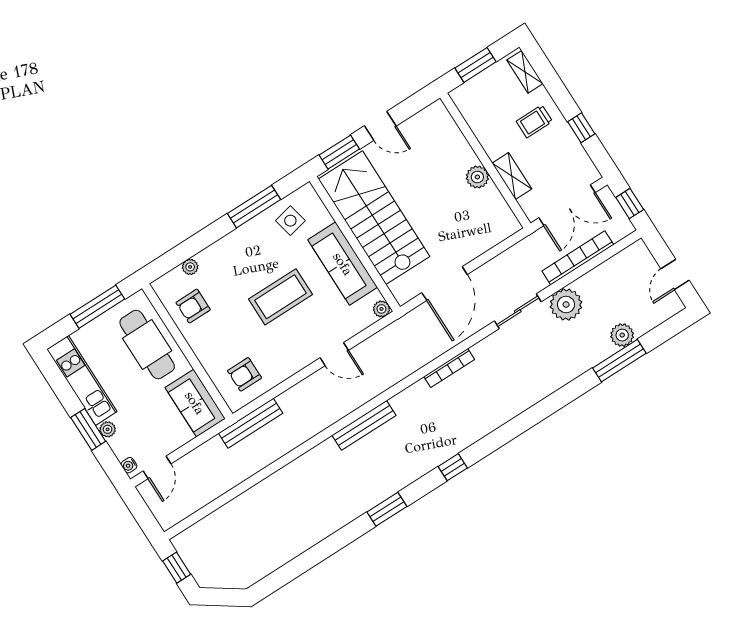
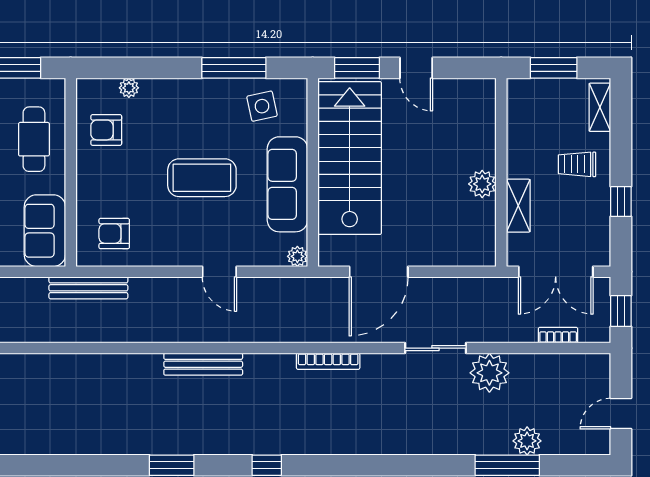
bookcase: (578, 258) -> (558, 335), width x0.43, depth x0.76
cafe table: (147, 344) -> (34, 139), width x0.73, depth x0.74

